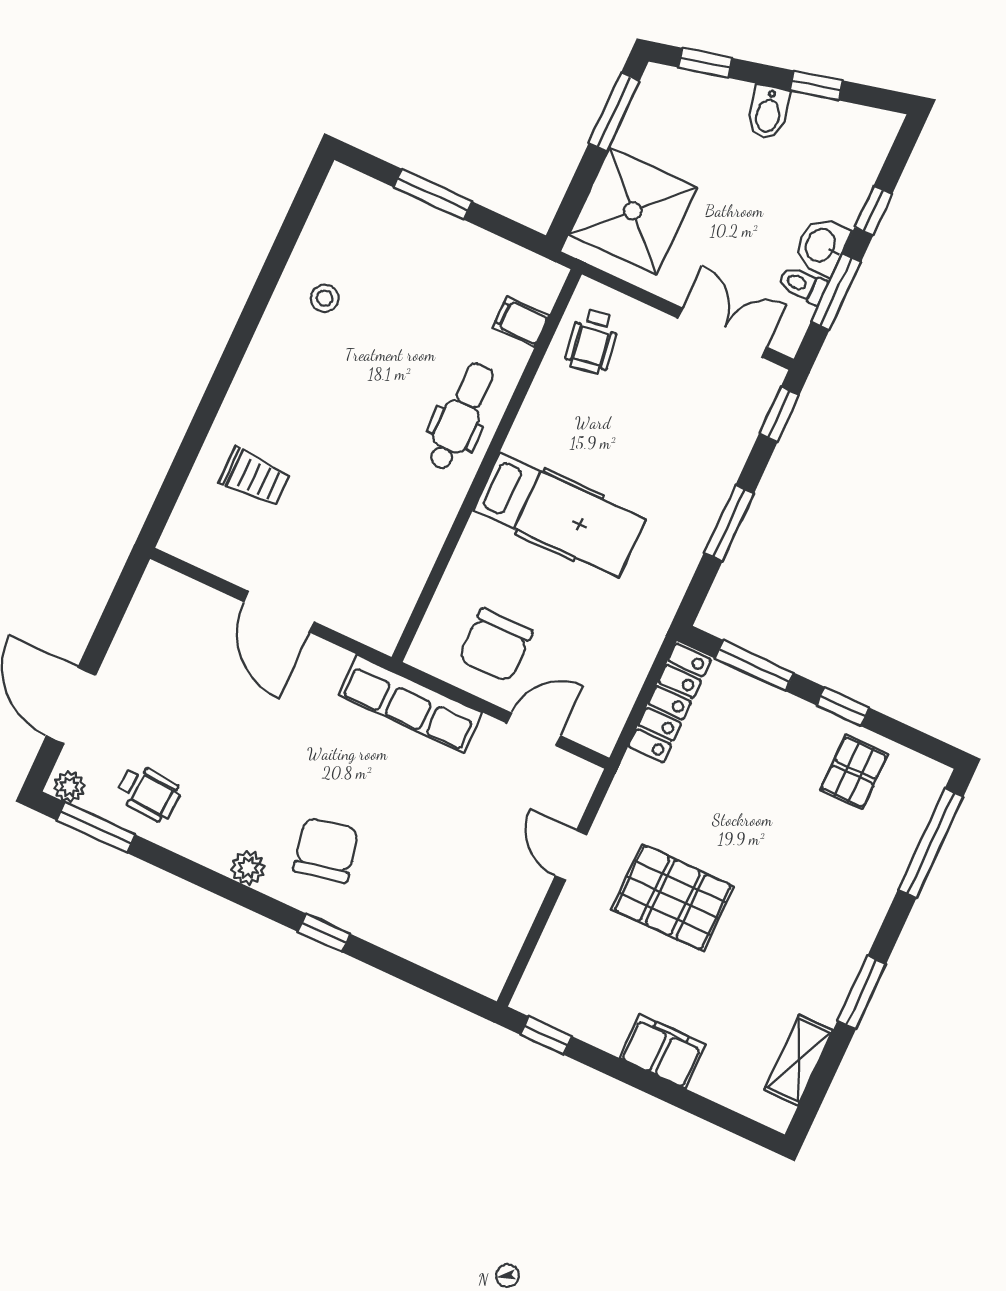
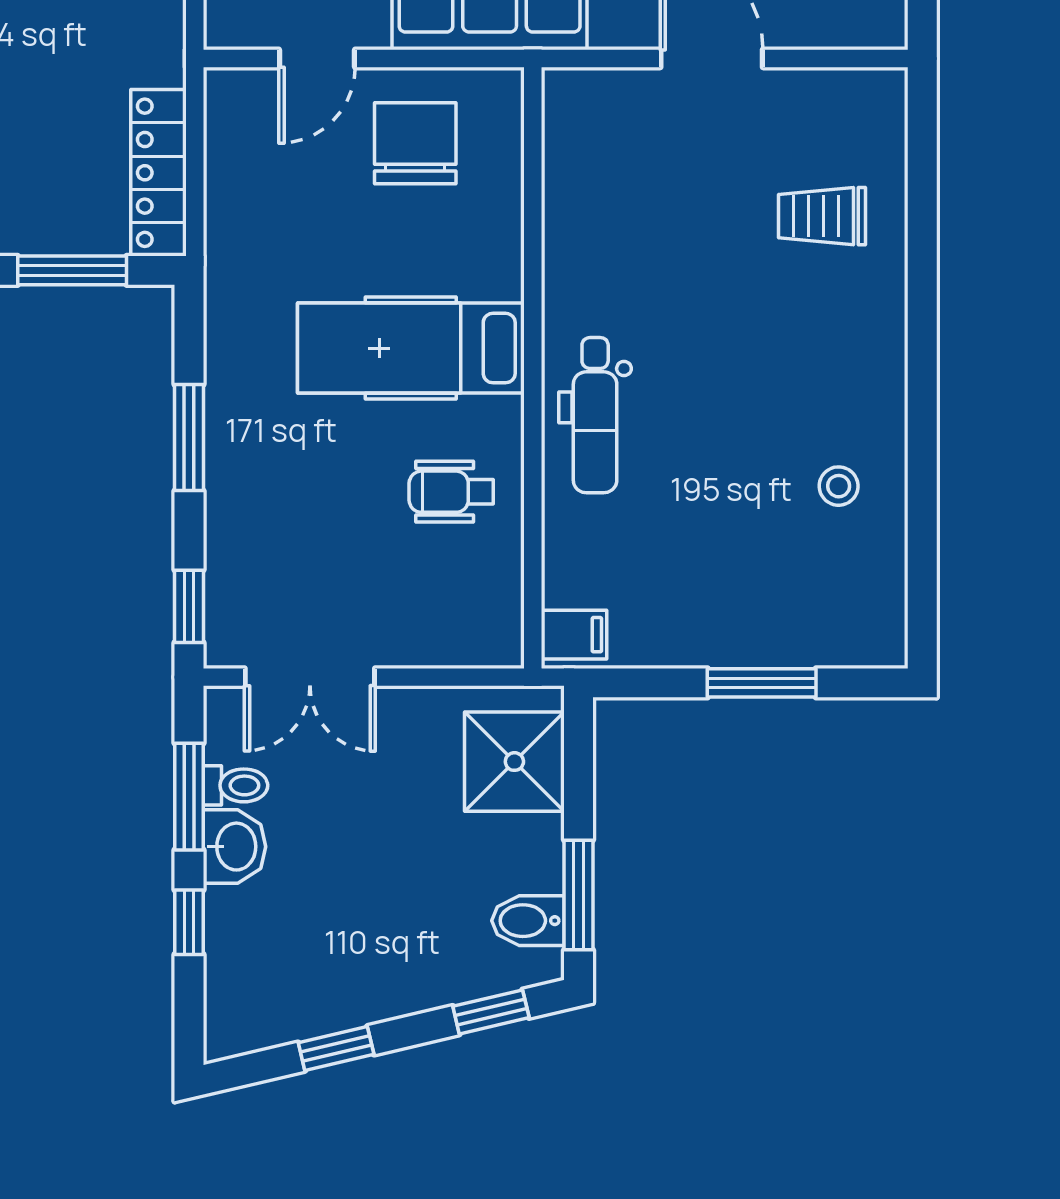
bidet: (768, 112) -> (528, 921), moved, turned -77
shower: (633, 211) -> (514, 762), width x0.73, depth x0.73
filing cabinet: (521, 322) -> (574, 635), moved
wheelchair: (592, 341) -> (451, 492), moved, turned -81

